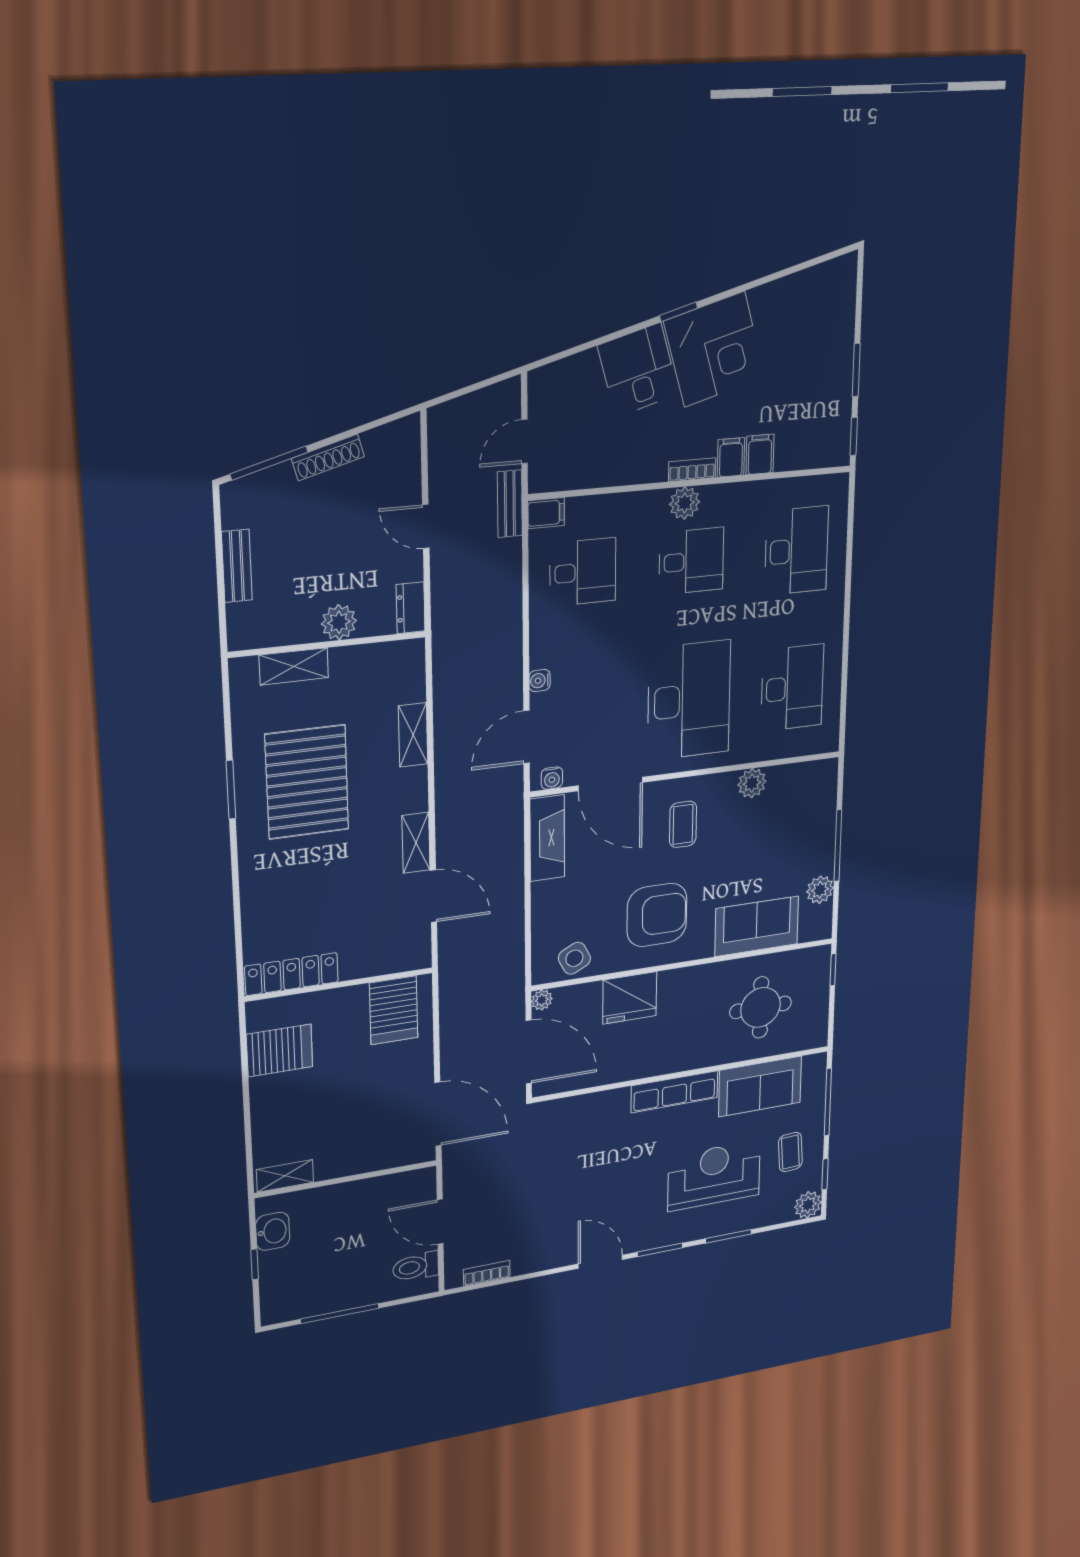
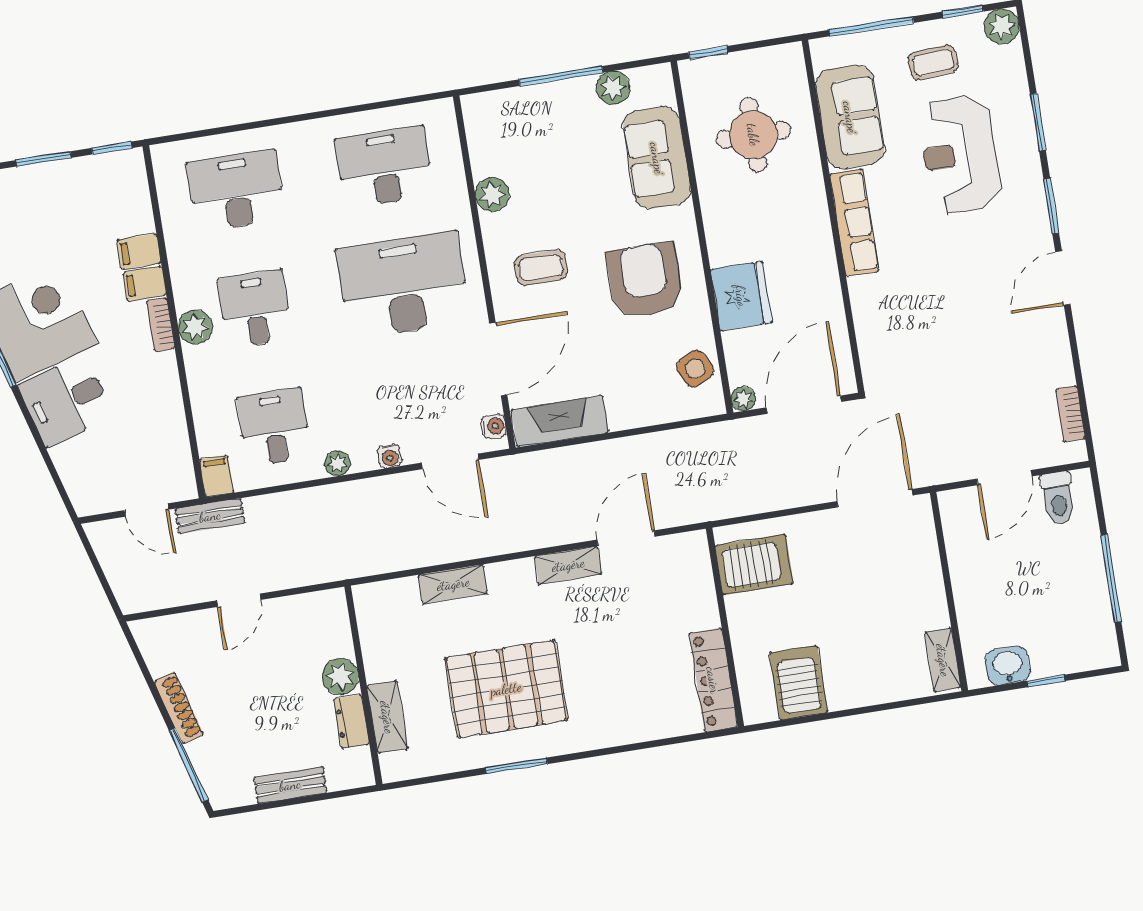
dresser: (411, 608) -> (351, 721), moved, turned 90
plant: (541, 631) -> (337, 463), added

